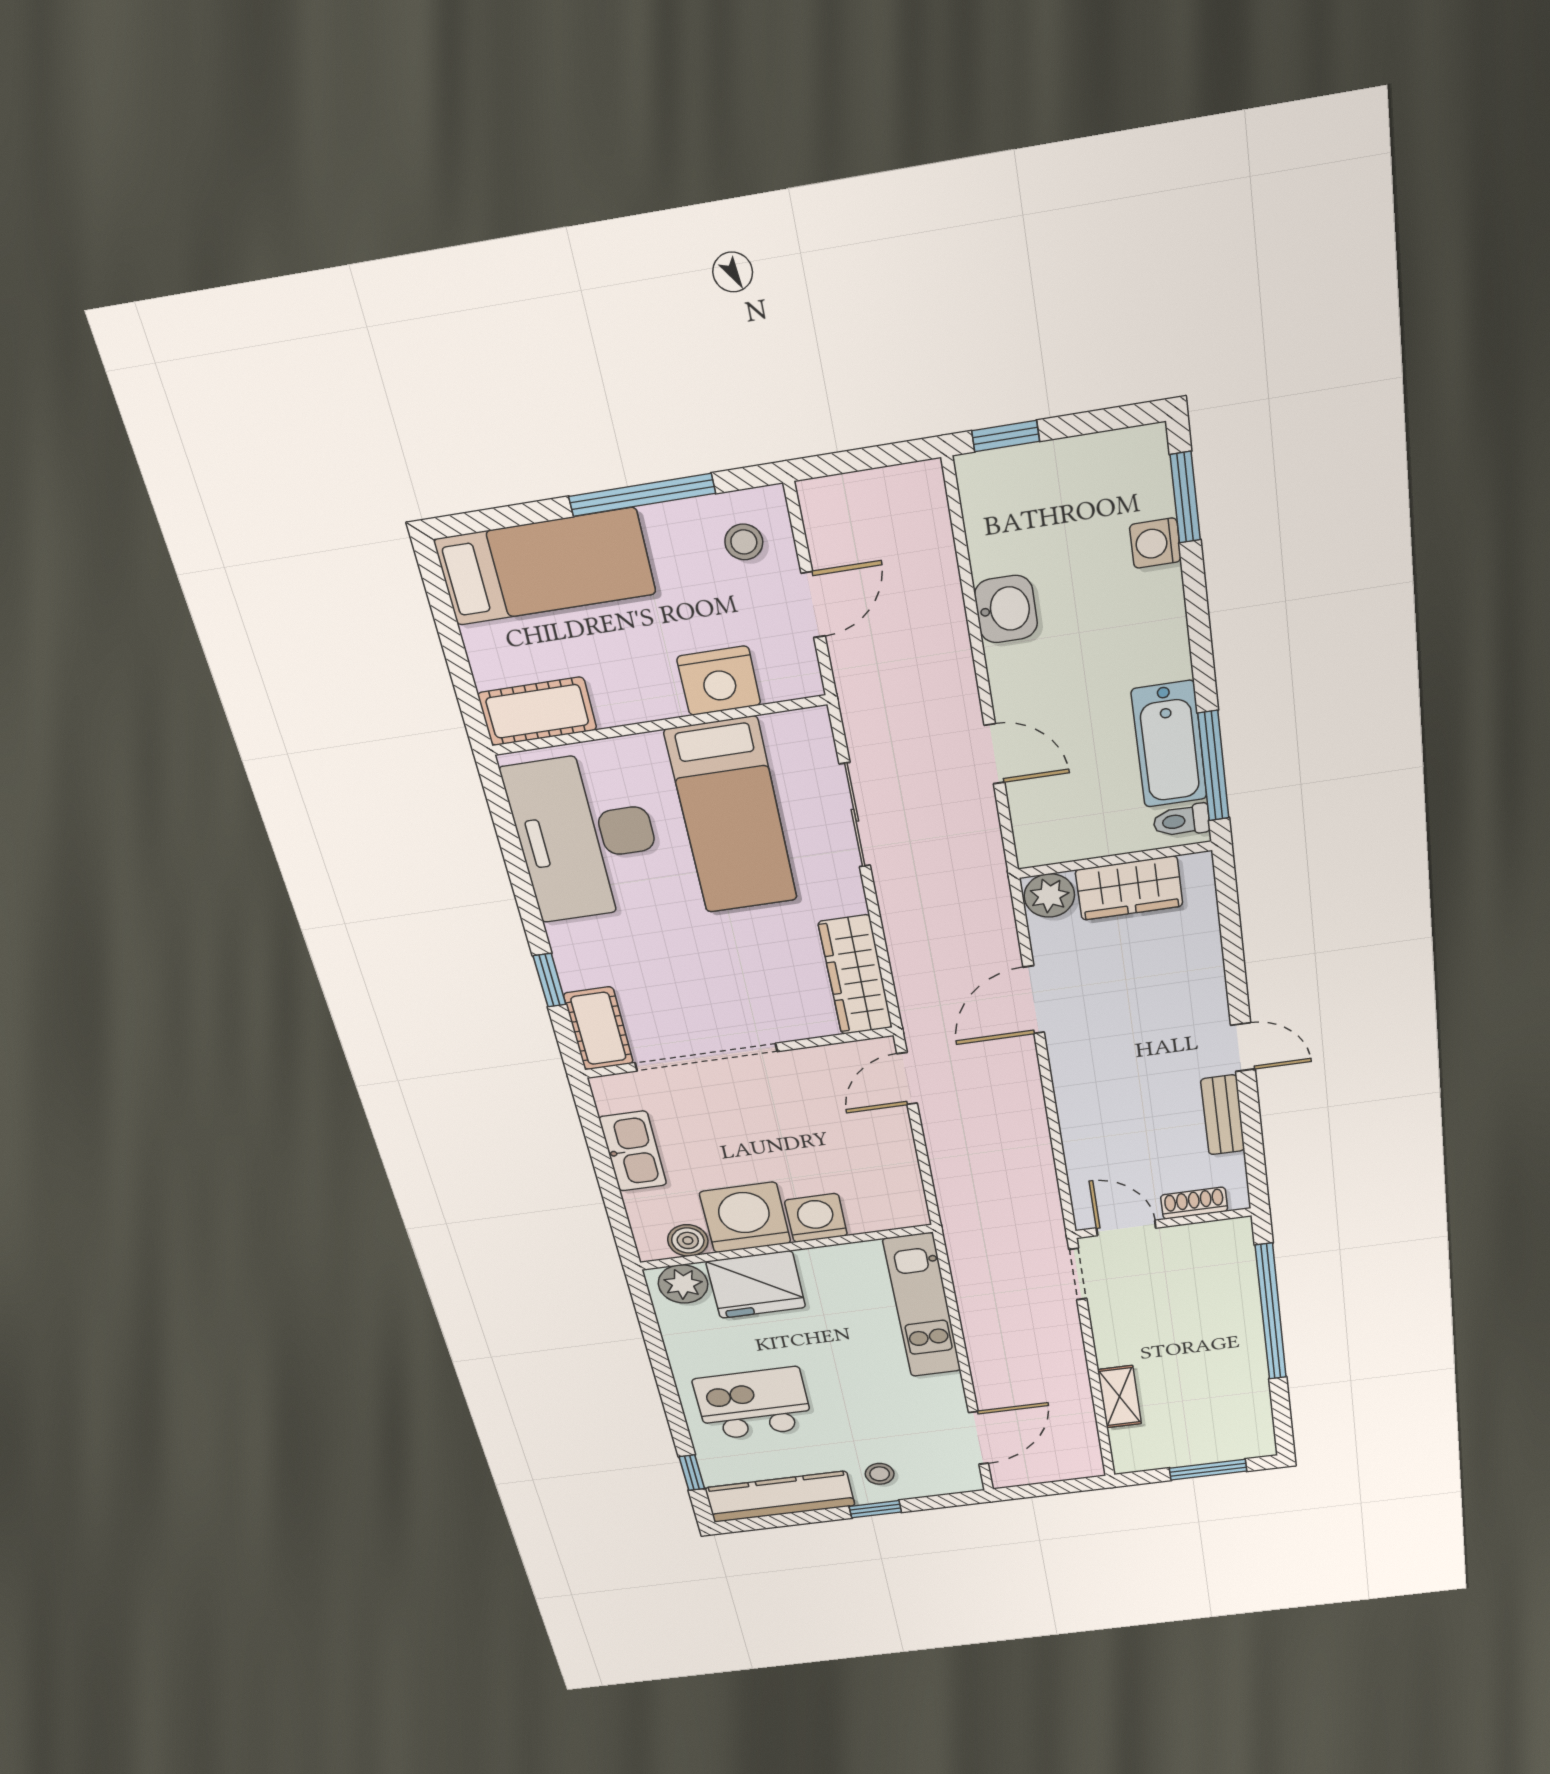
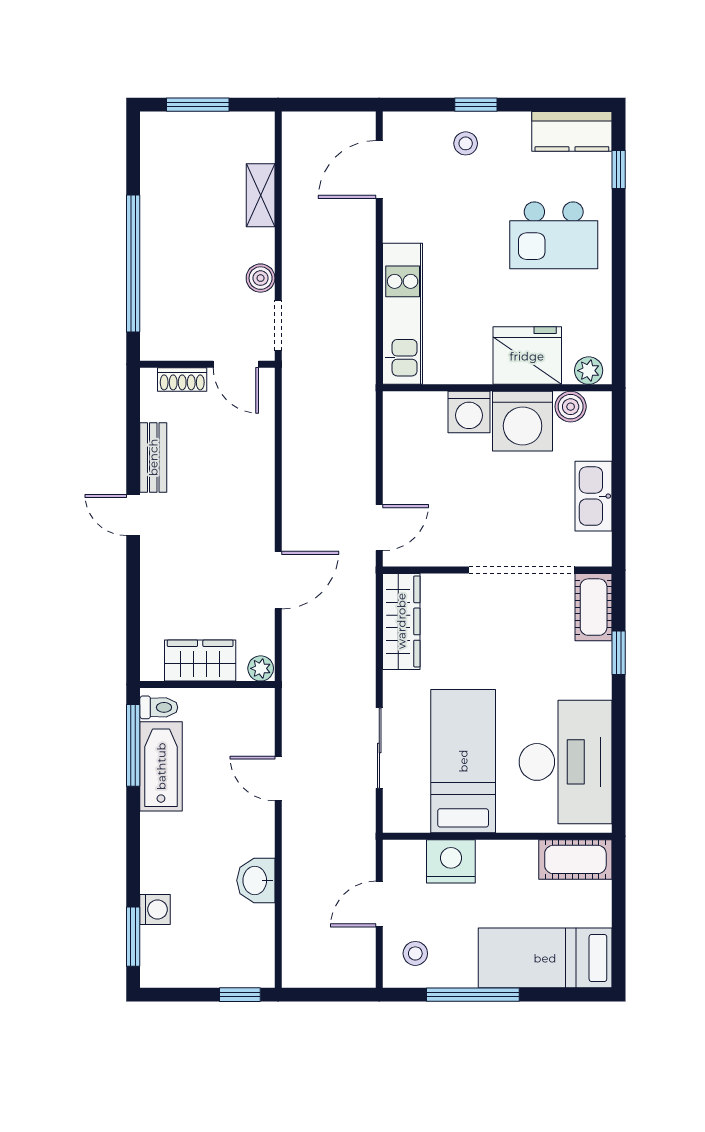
plant: (1049, 896) -> (261, 668), width x0.73, depth x0.73
plant: (683, 1284) -> (589, 371), width x0.73, depth x0.73
boiler: (1107, 1318) -> (261, 278), added
kitchen counter: (780, 1497) -> (572, 131), width x0.67

